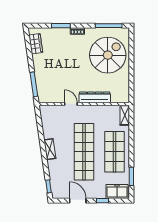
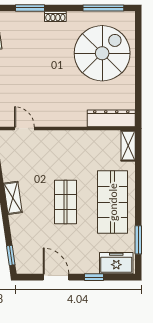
dresser: (95, 97) -> (111, 118), moved
door: (71, 104) -> (24, 128), moved
shop shelf: (84, 152) -> (65, 202), width x0.50, depth x0.74

